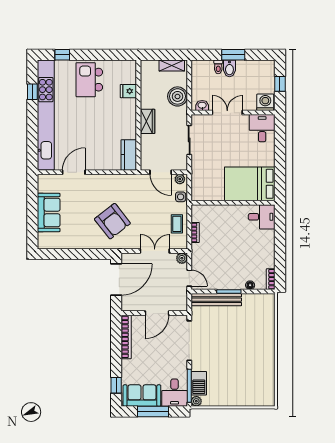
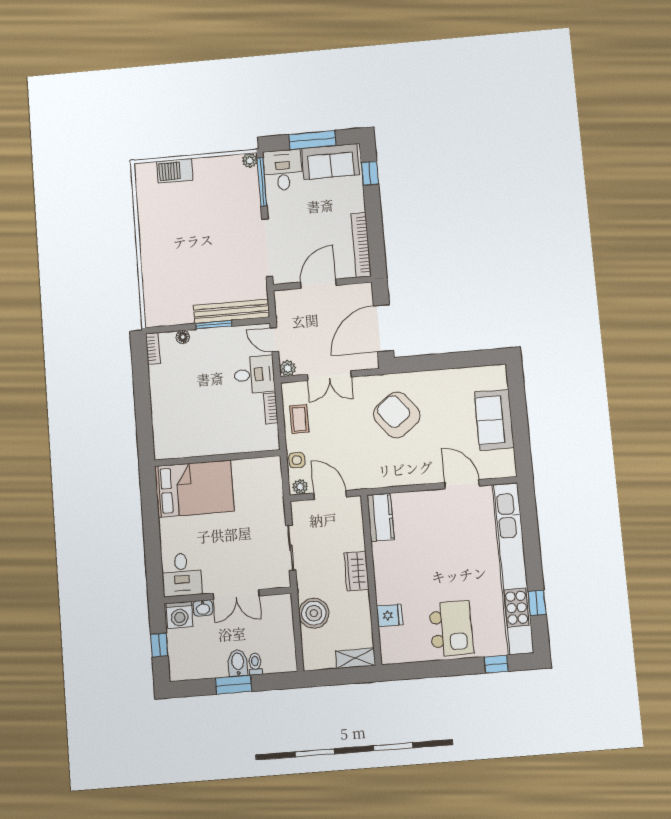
shelving: (172, 66) -> (355, 658), moved
washbasin: (202, 106) -> (203, 608), moved
door: (74, 172) -> (462, 484), swing flipped
desk: (262, 217) -> (254, 375), moved, turned 180
barbecue: (199, 383) -> (175, 171), moved, turned -90

